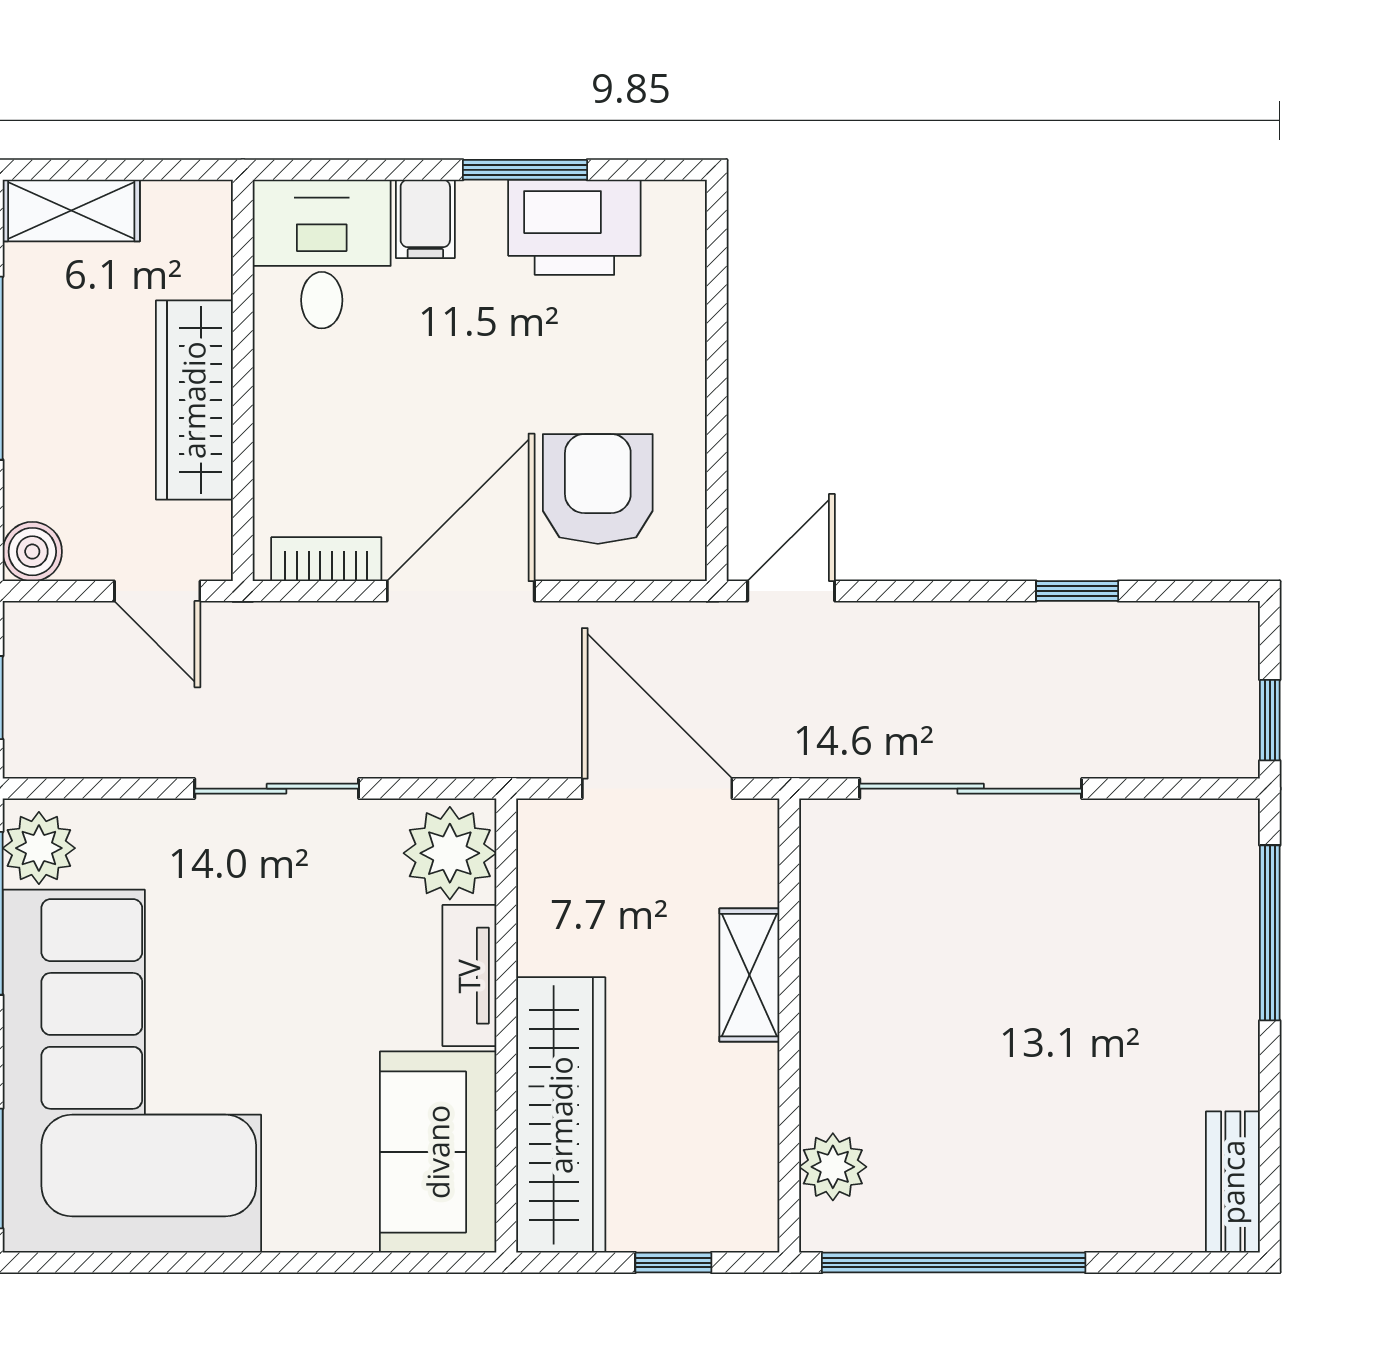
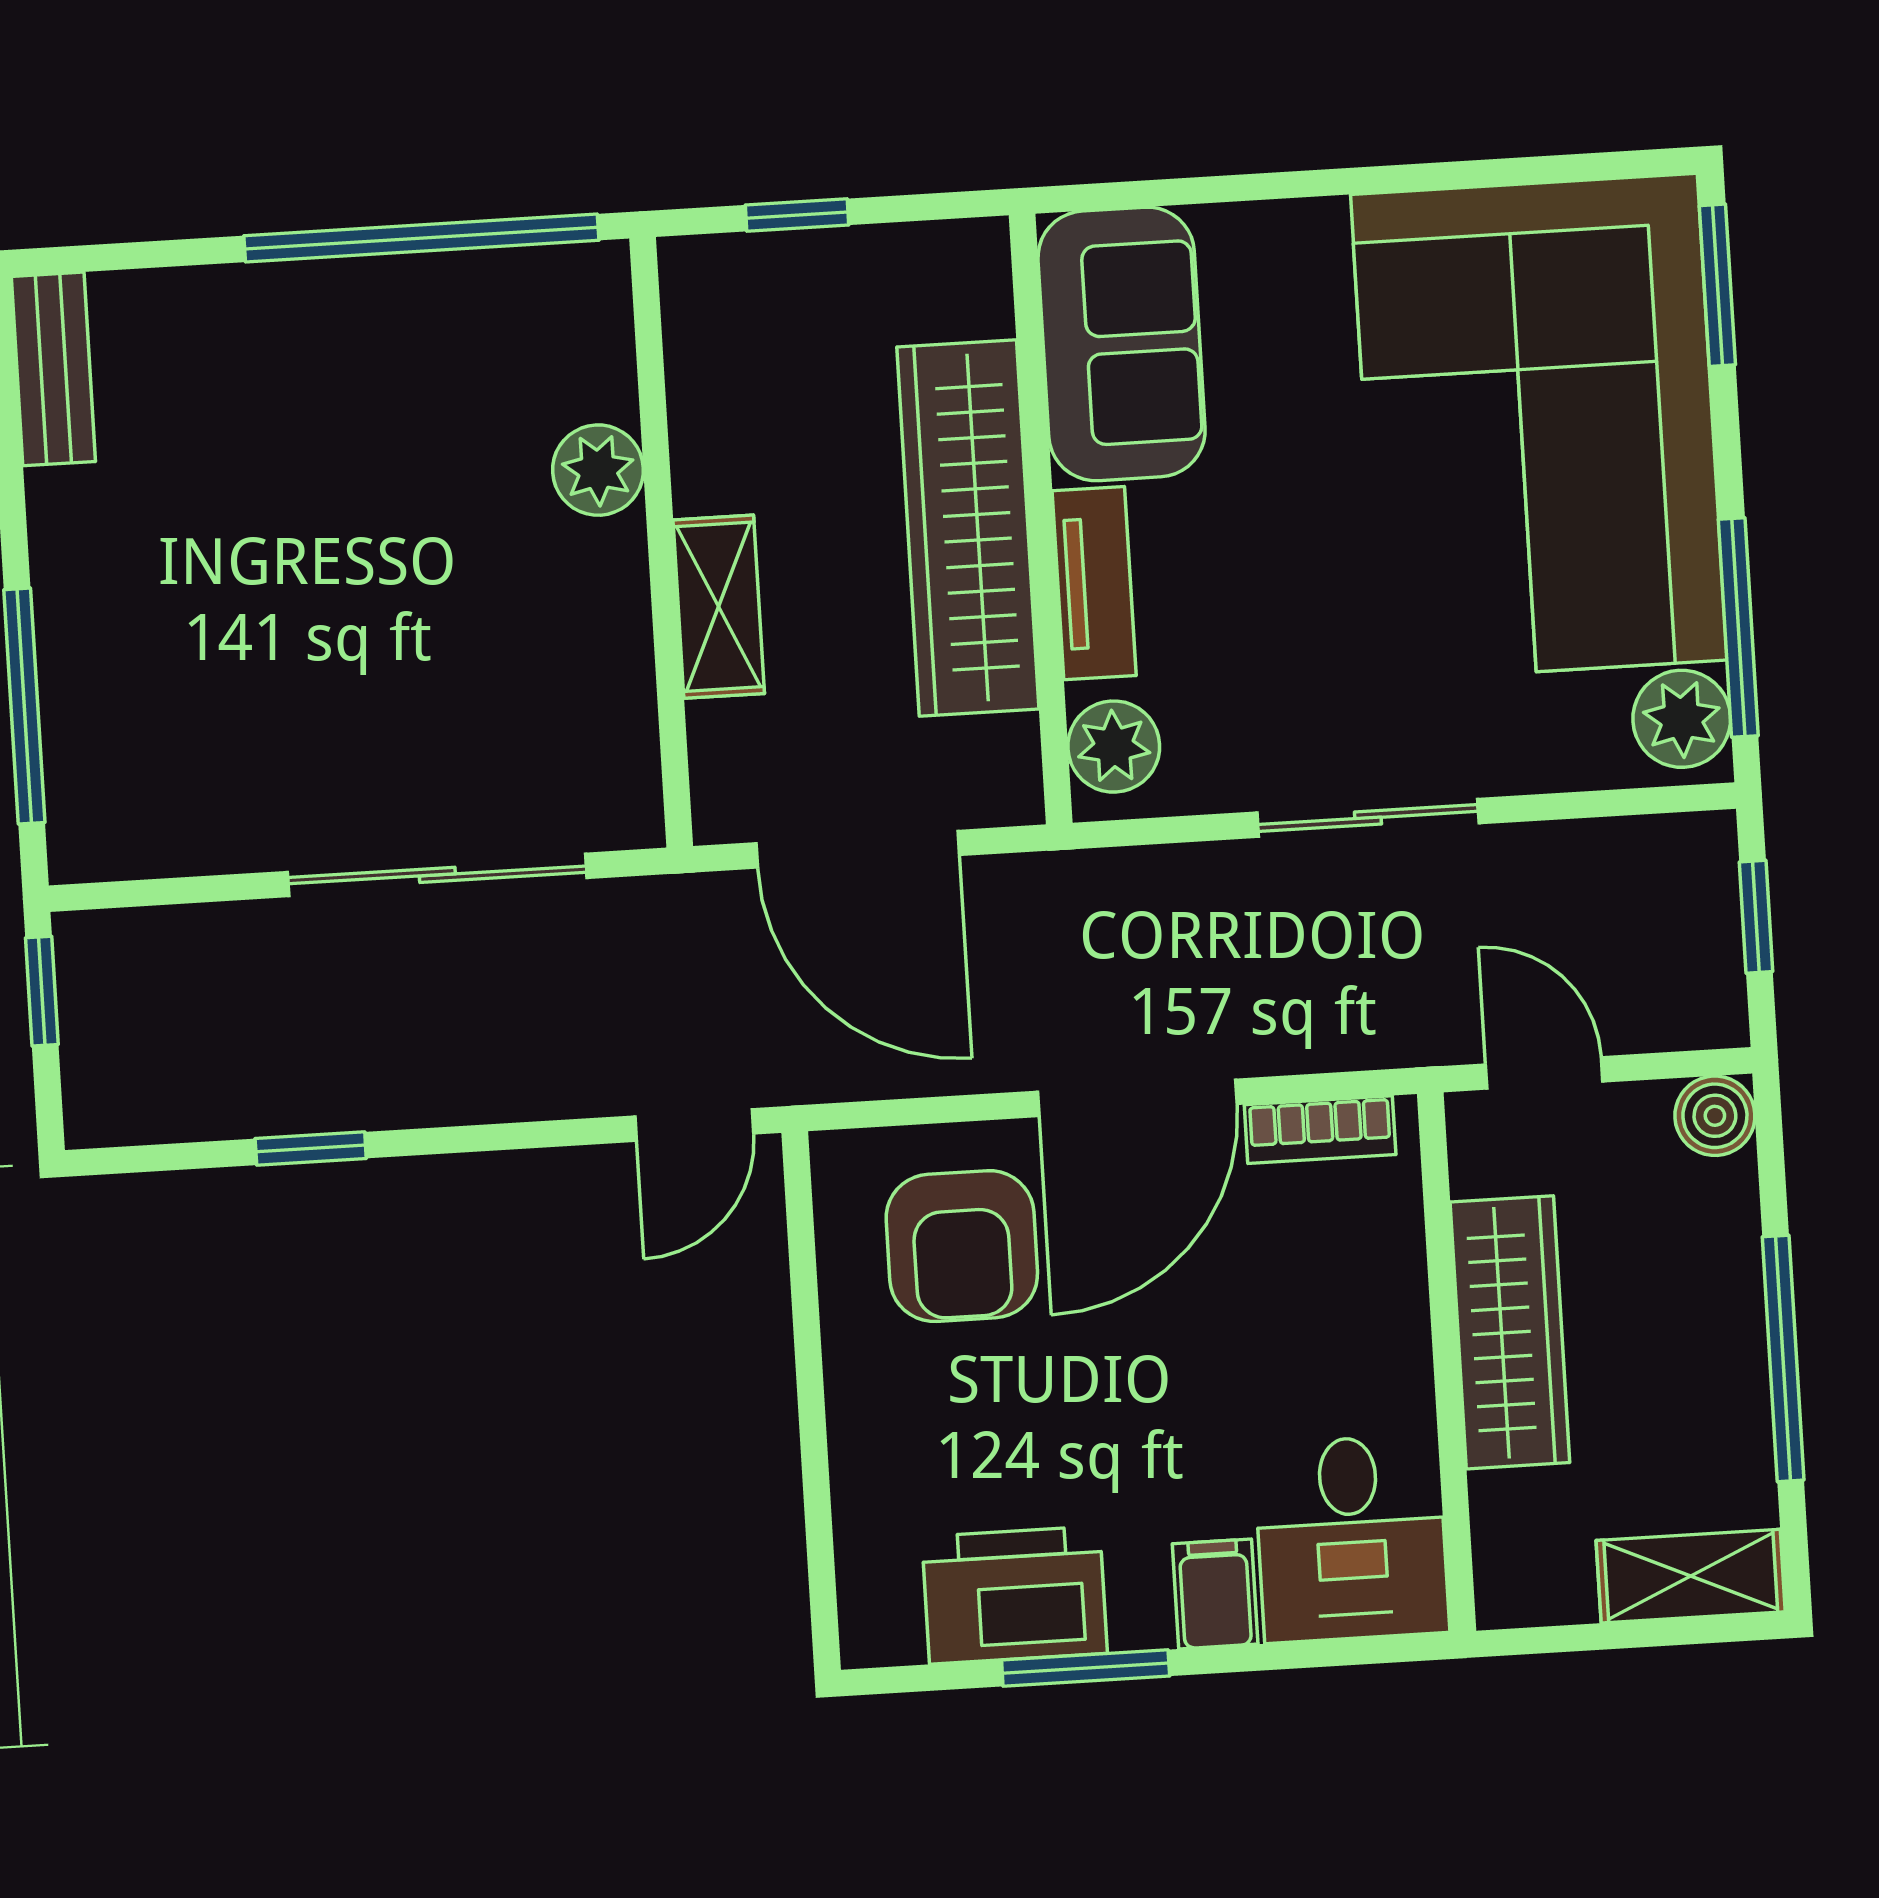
plant: (450, 853) -> (1114, 747), width x0.73, depth x0.73
wardrobe: (561, 1115) -> (968, 528), moved
plant: (833, 1167) -> (598, 470), moved

